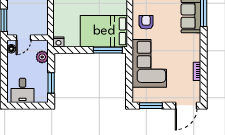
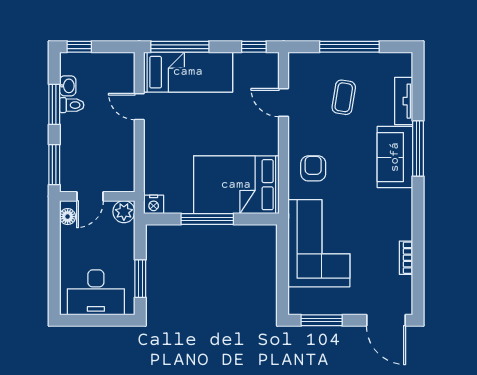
window: (108, 50) -> (207, 219), moved
plant: (42, 57) -> (124, 212), moved
desk: (23, 90) -> (96, 292), width x1.37
door: (186, 106) -> (386, 320), hinge flipped

